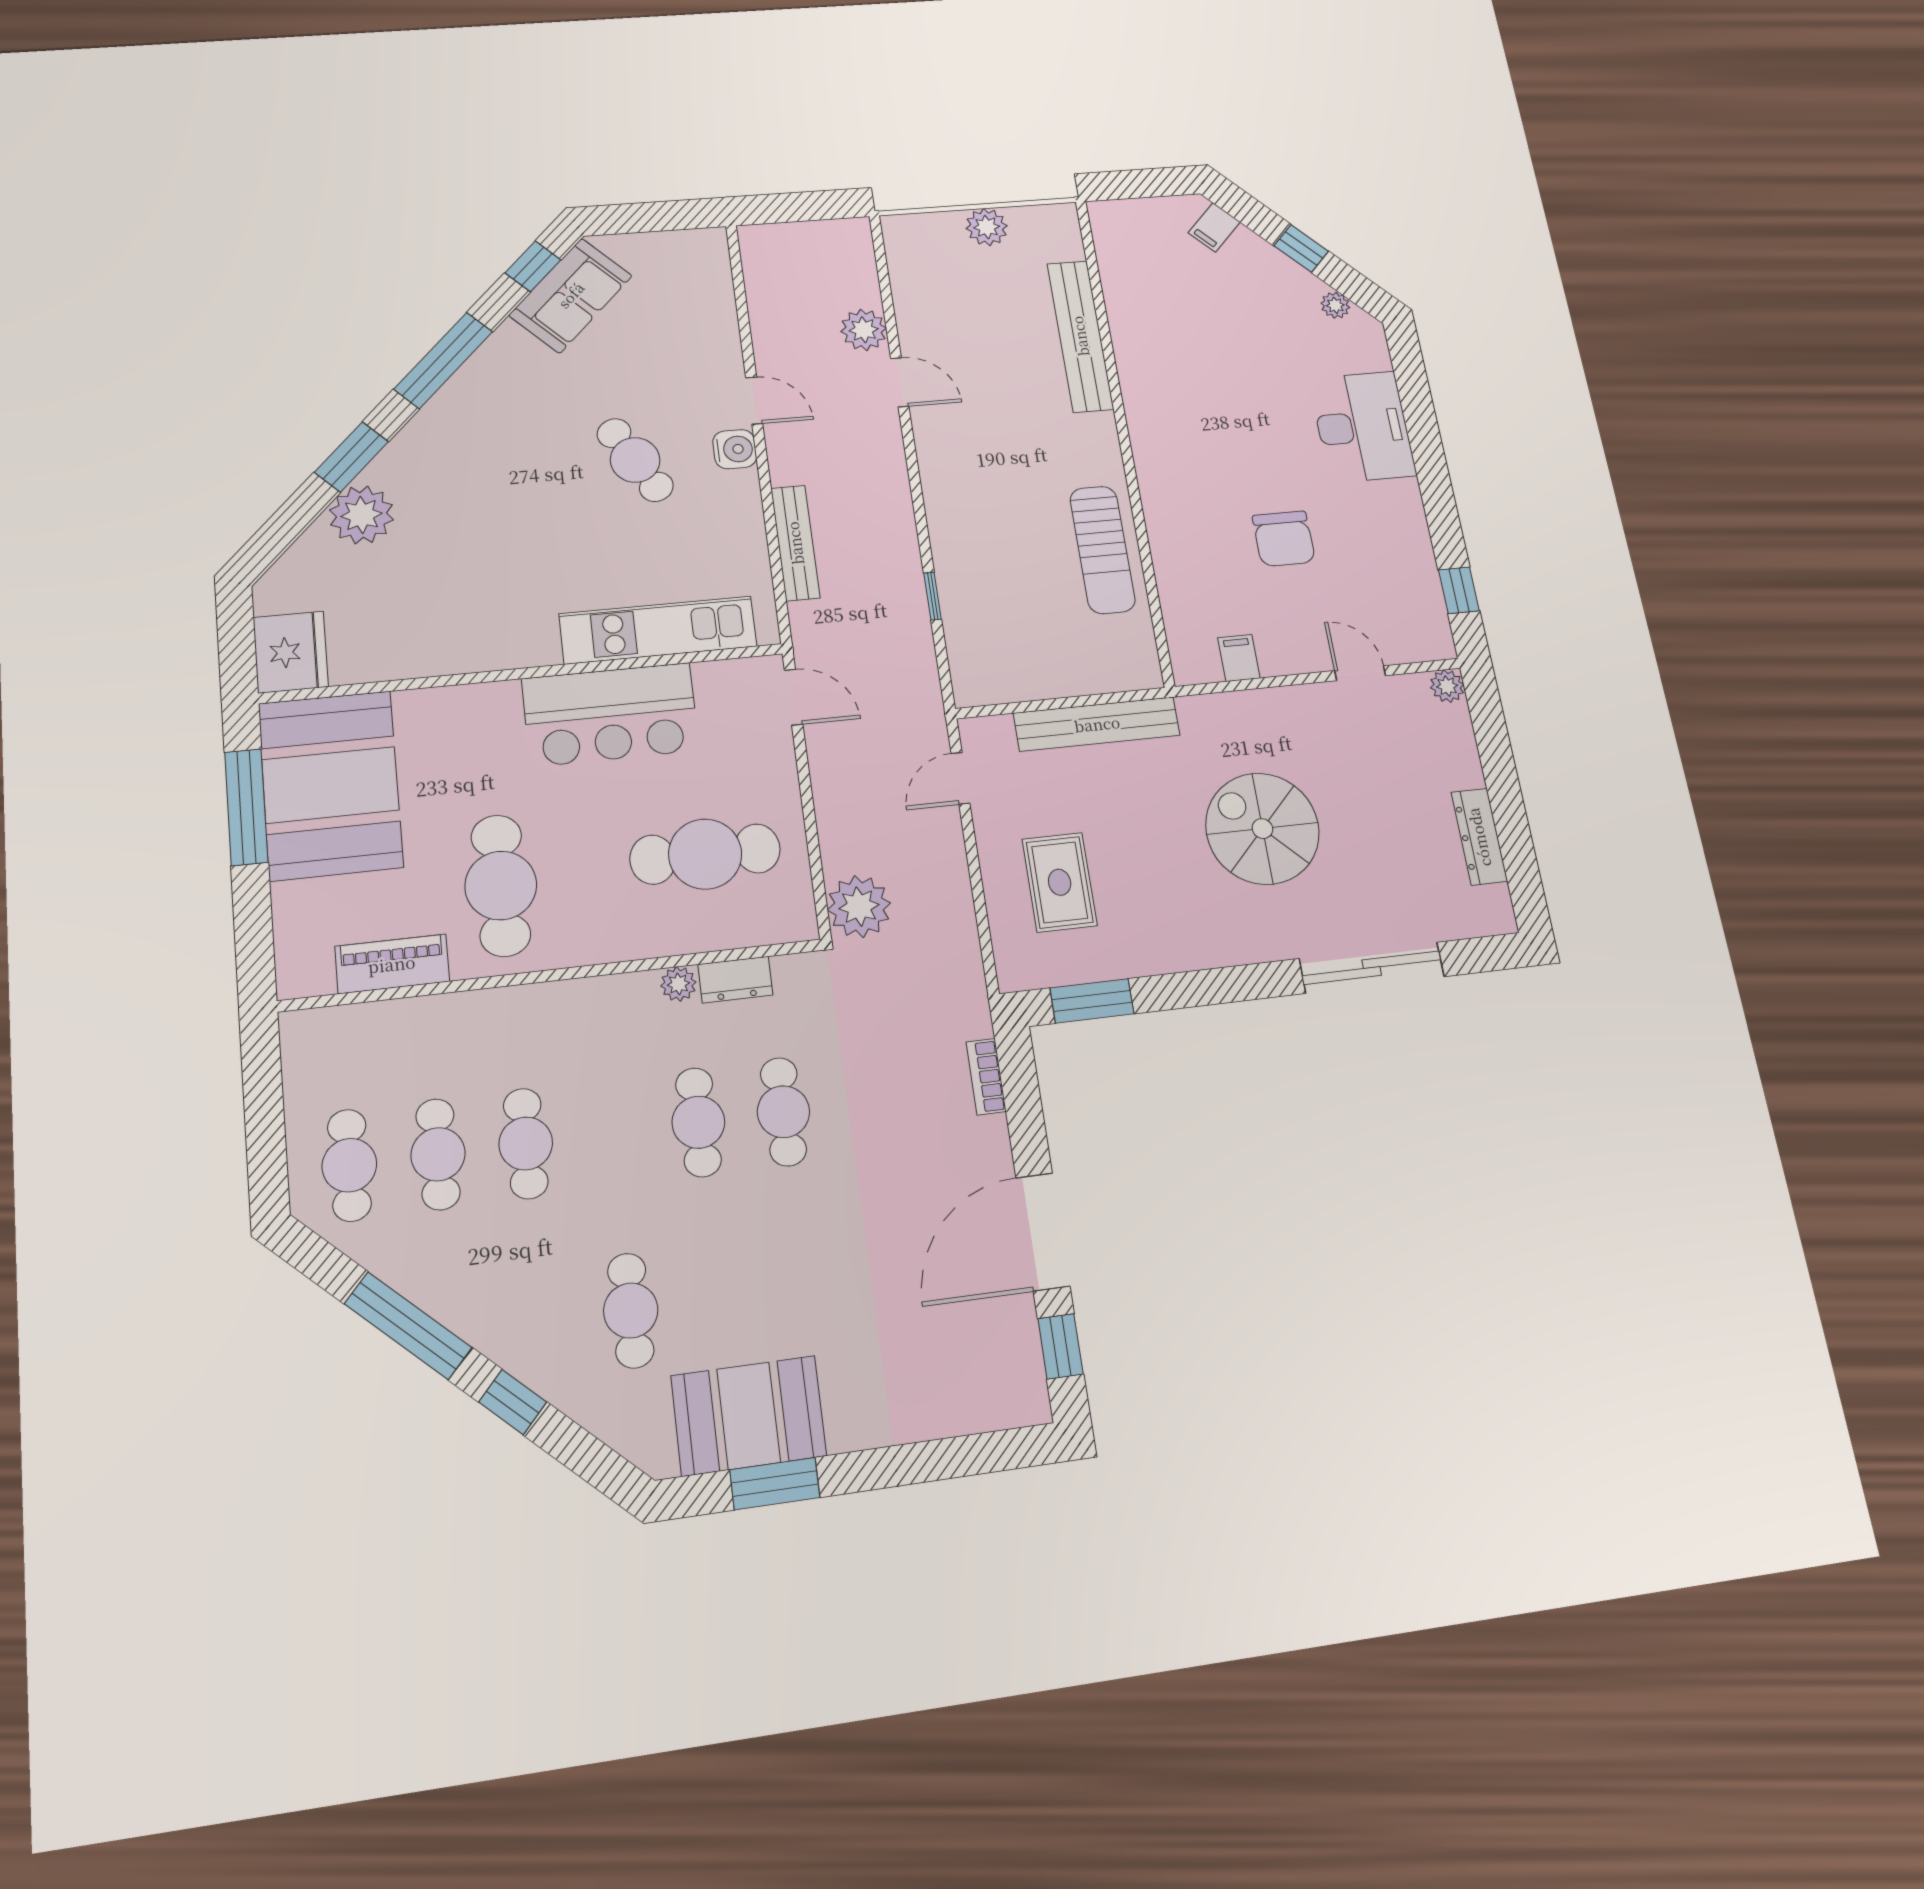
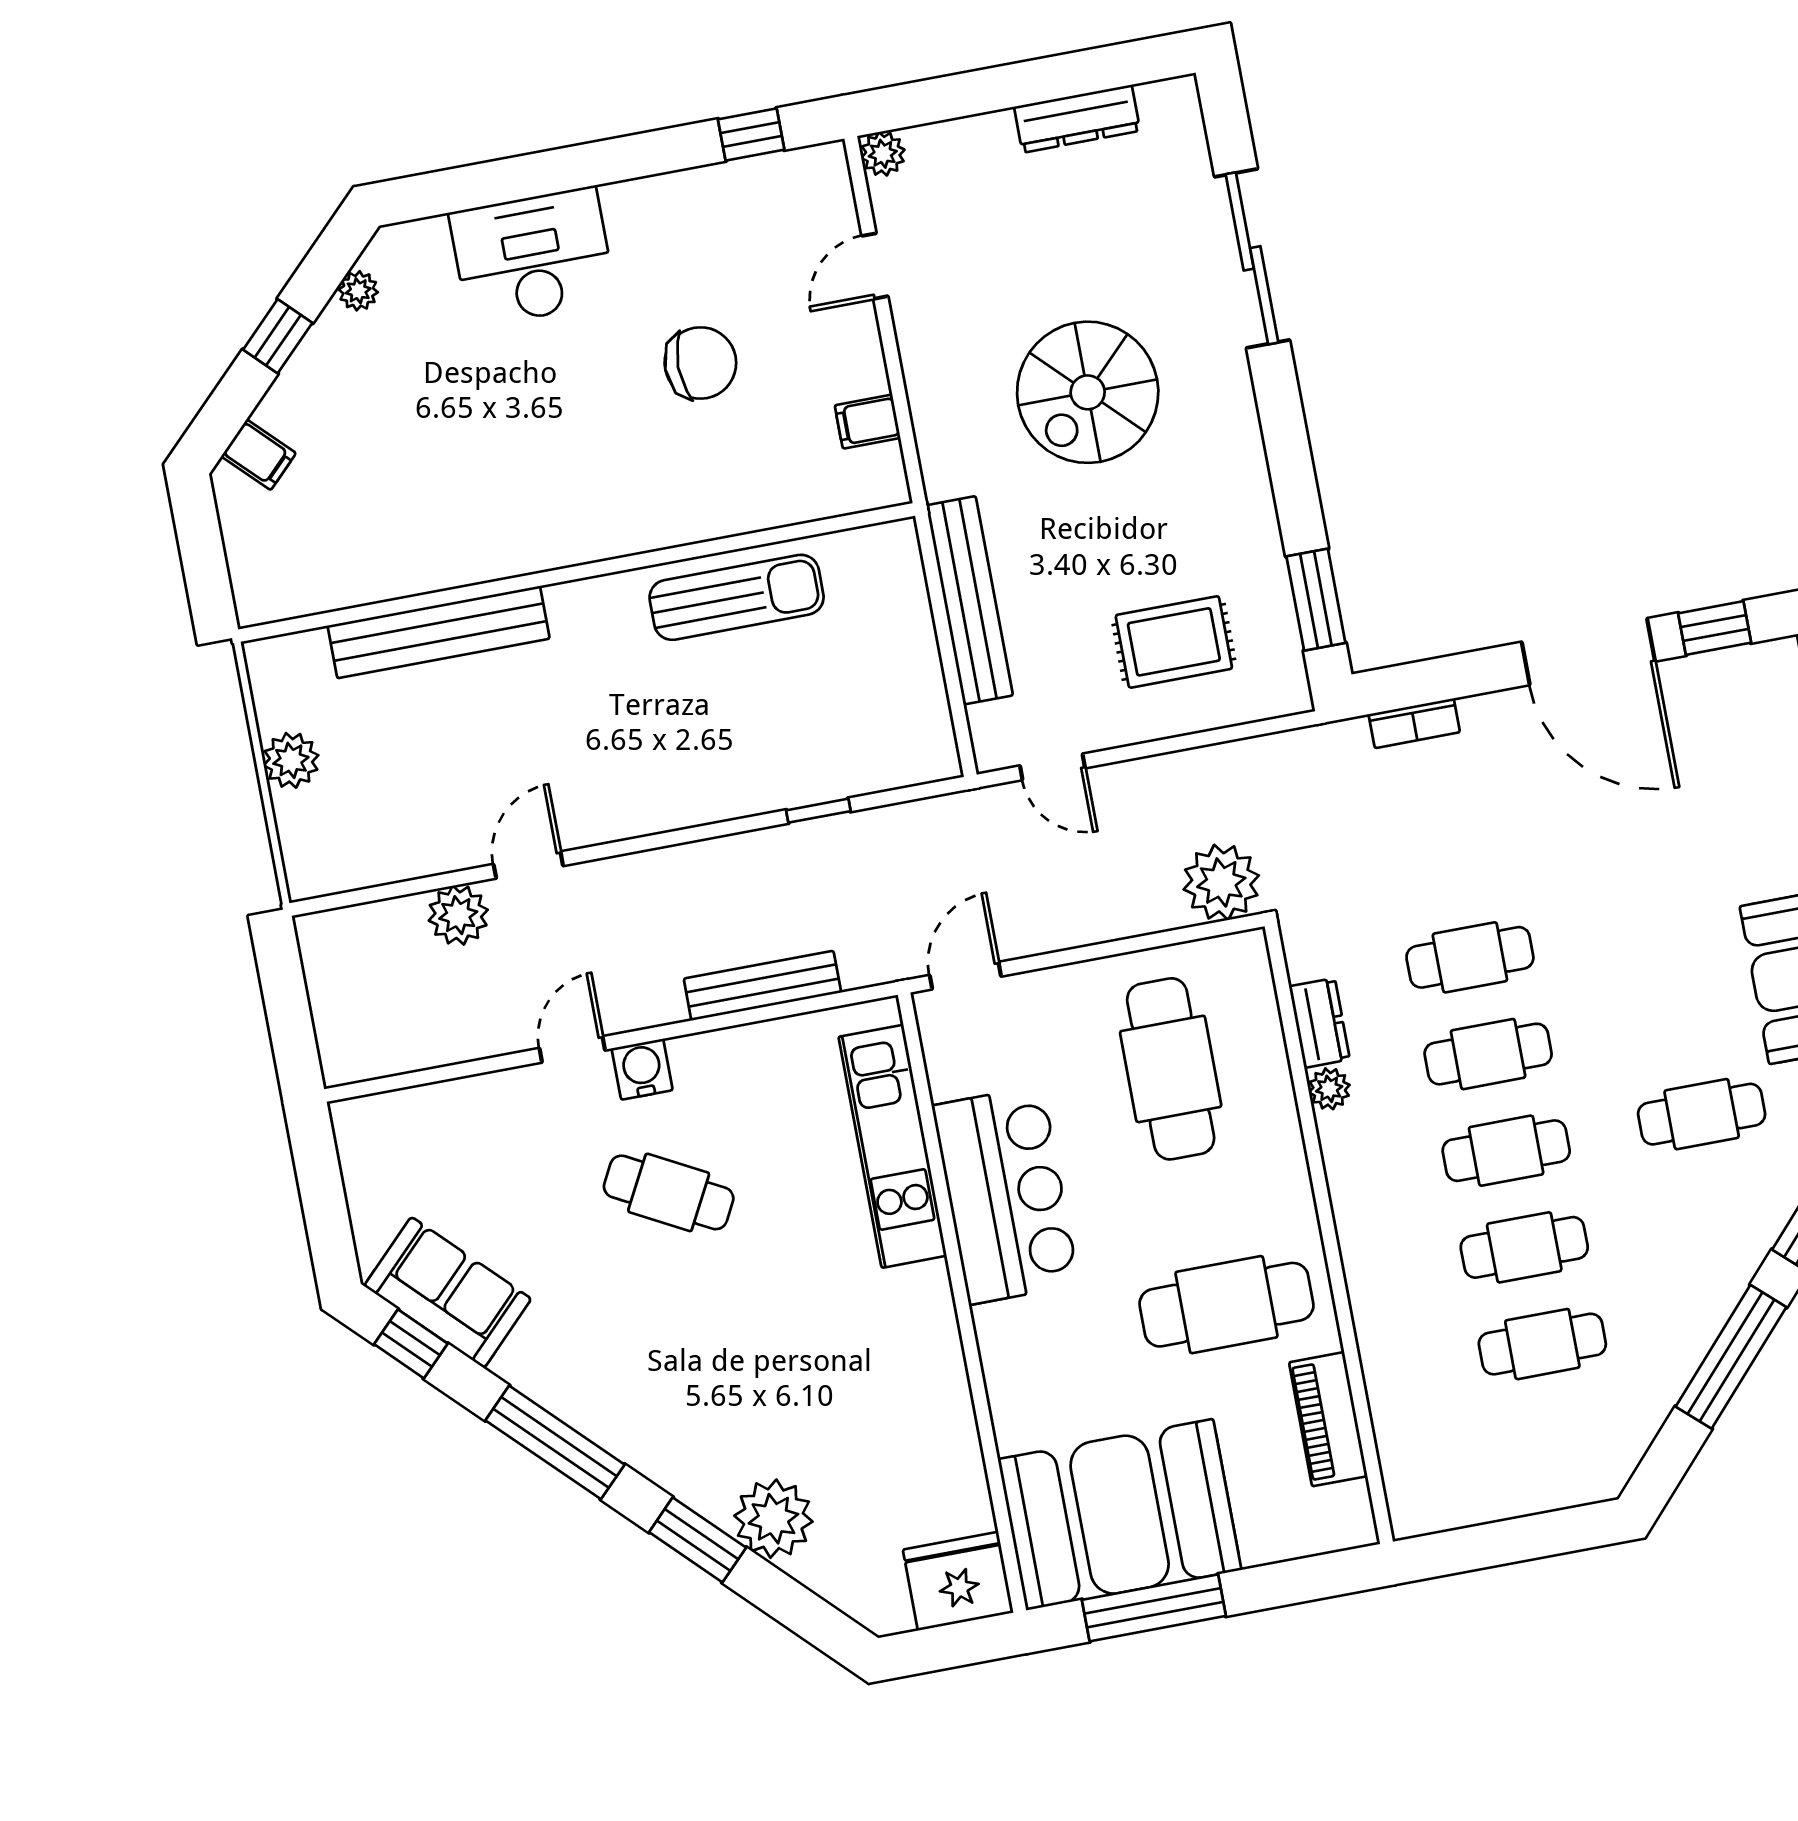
cafe table: (635, 460) -> (669, 1192), turned 58
cafe table: (349, 1165) -> (1506, 1151), moved

